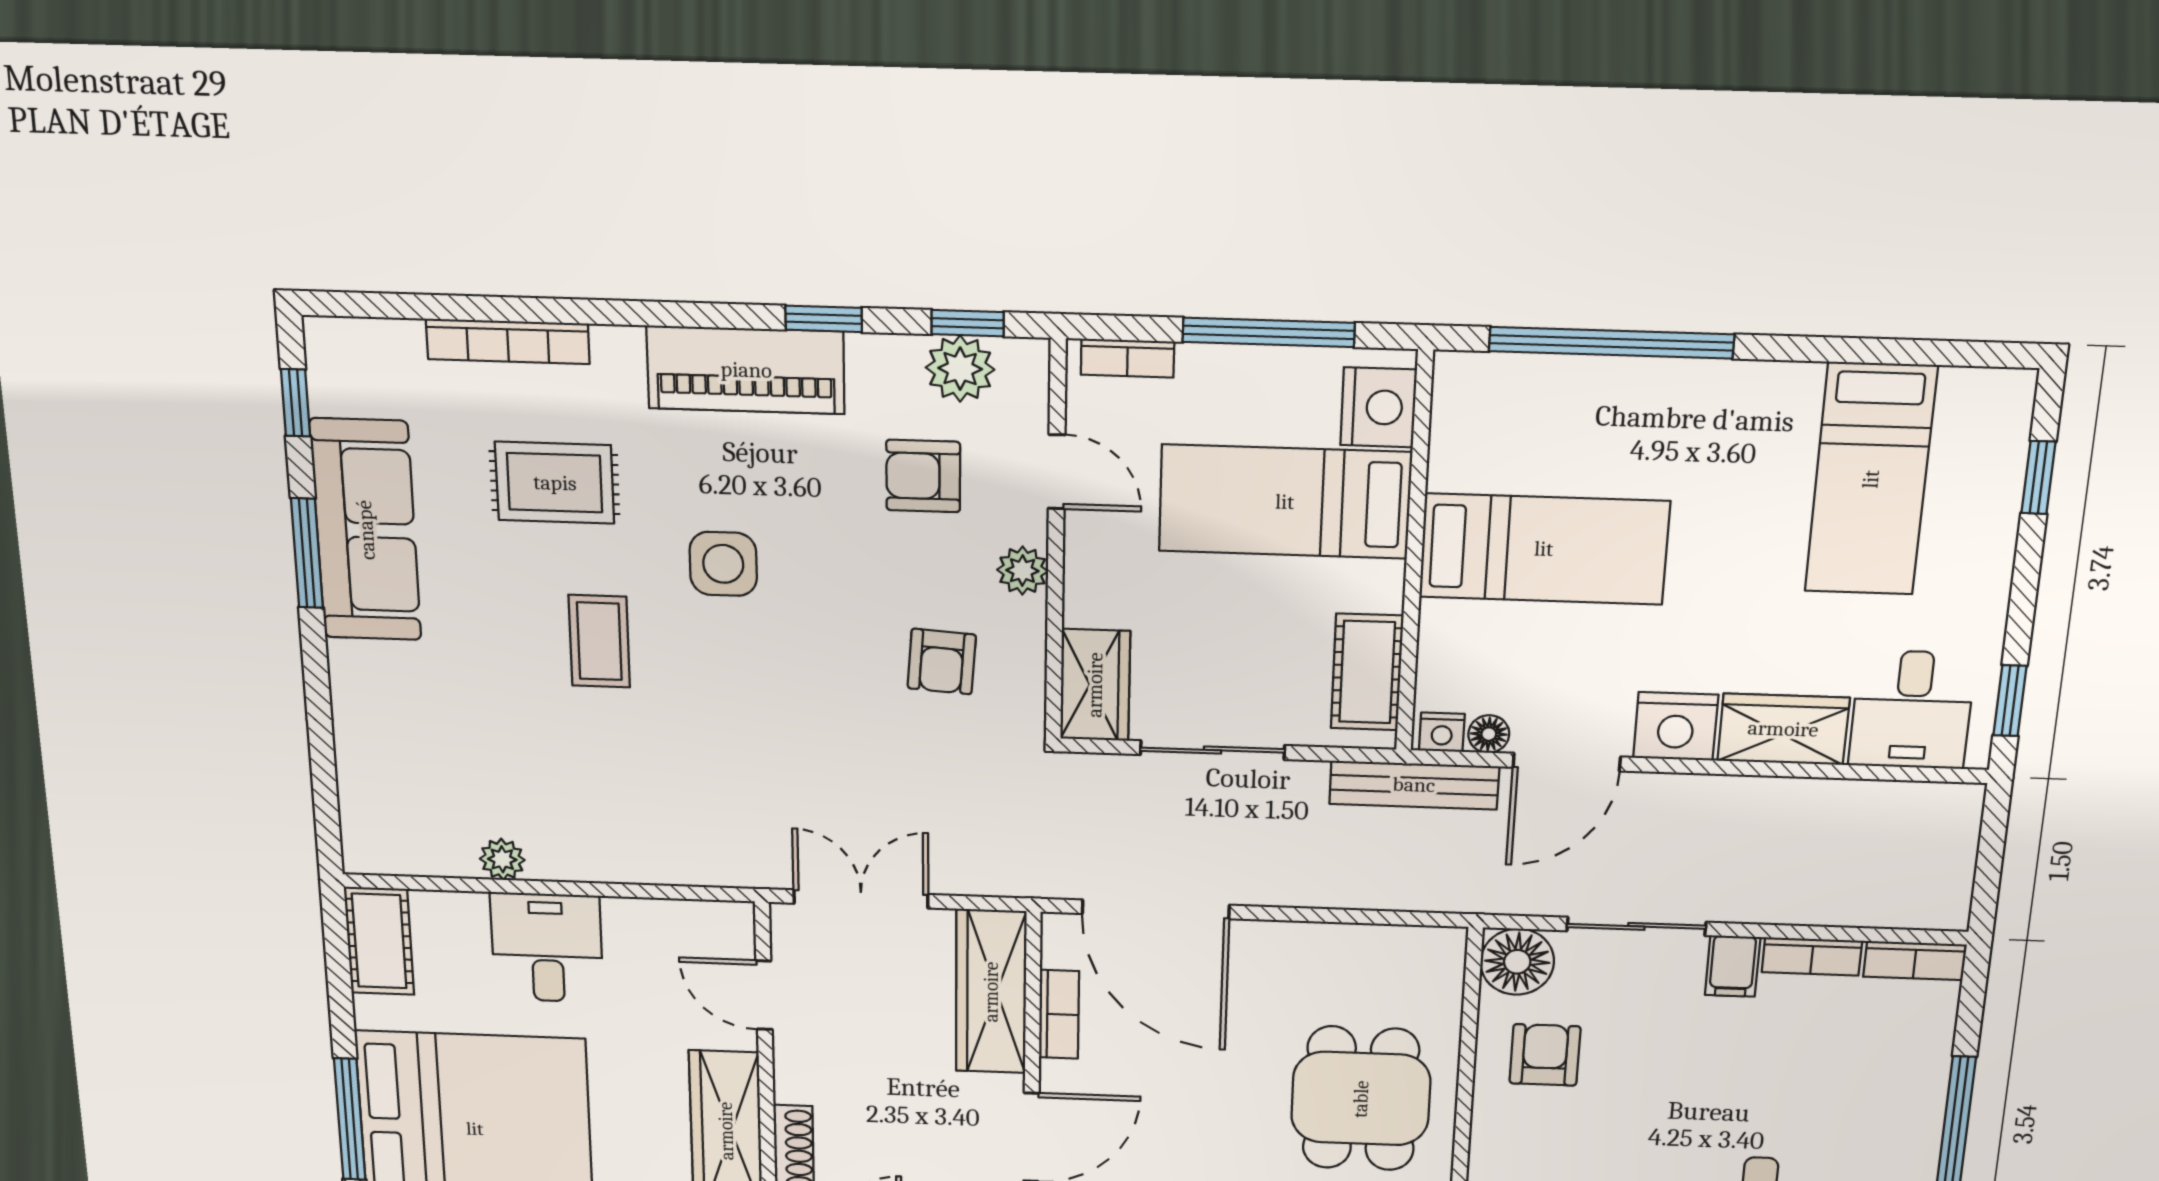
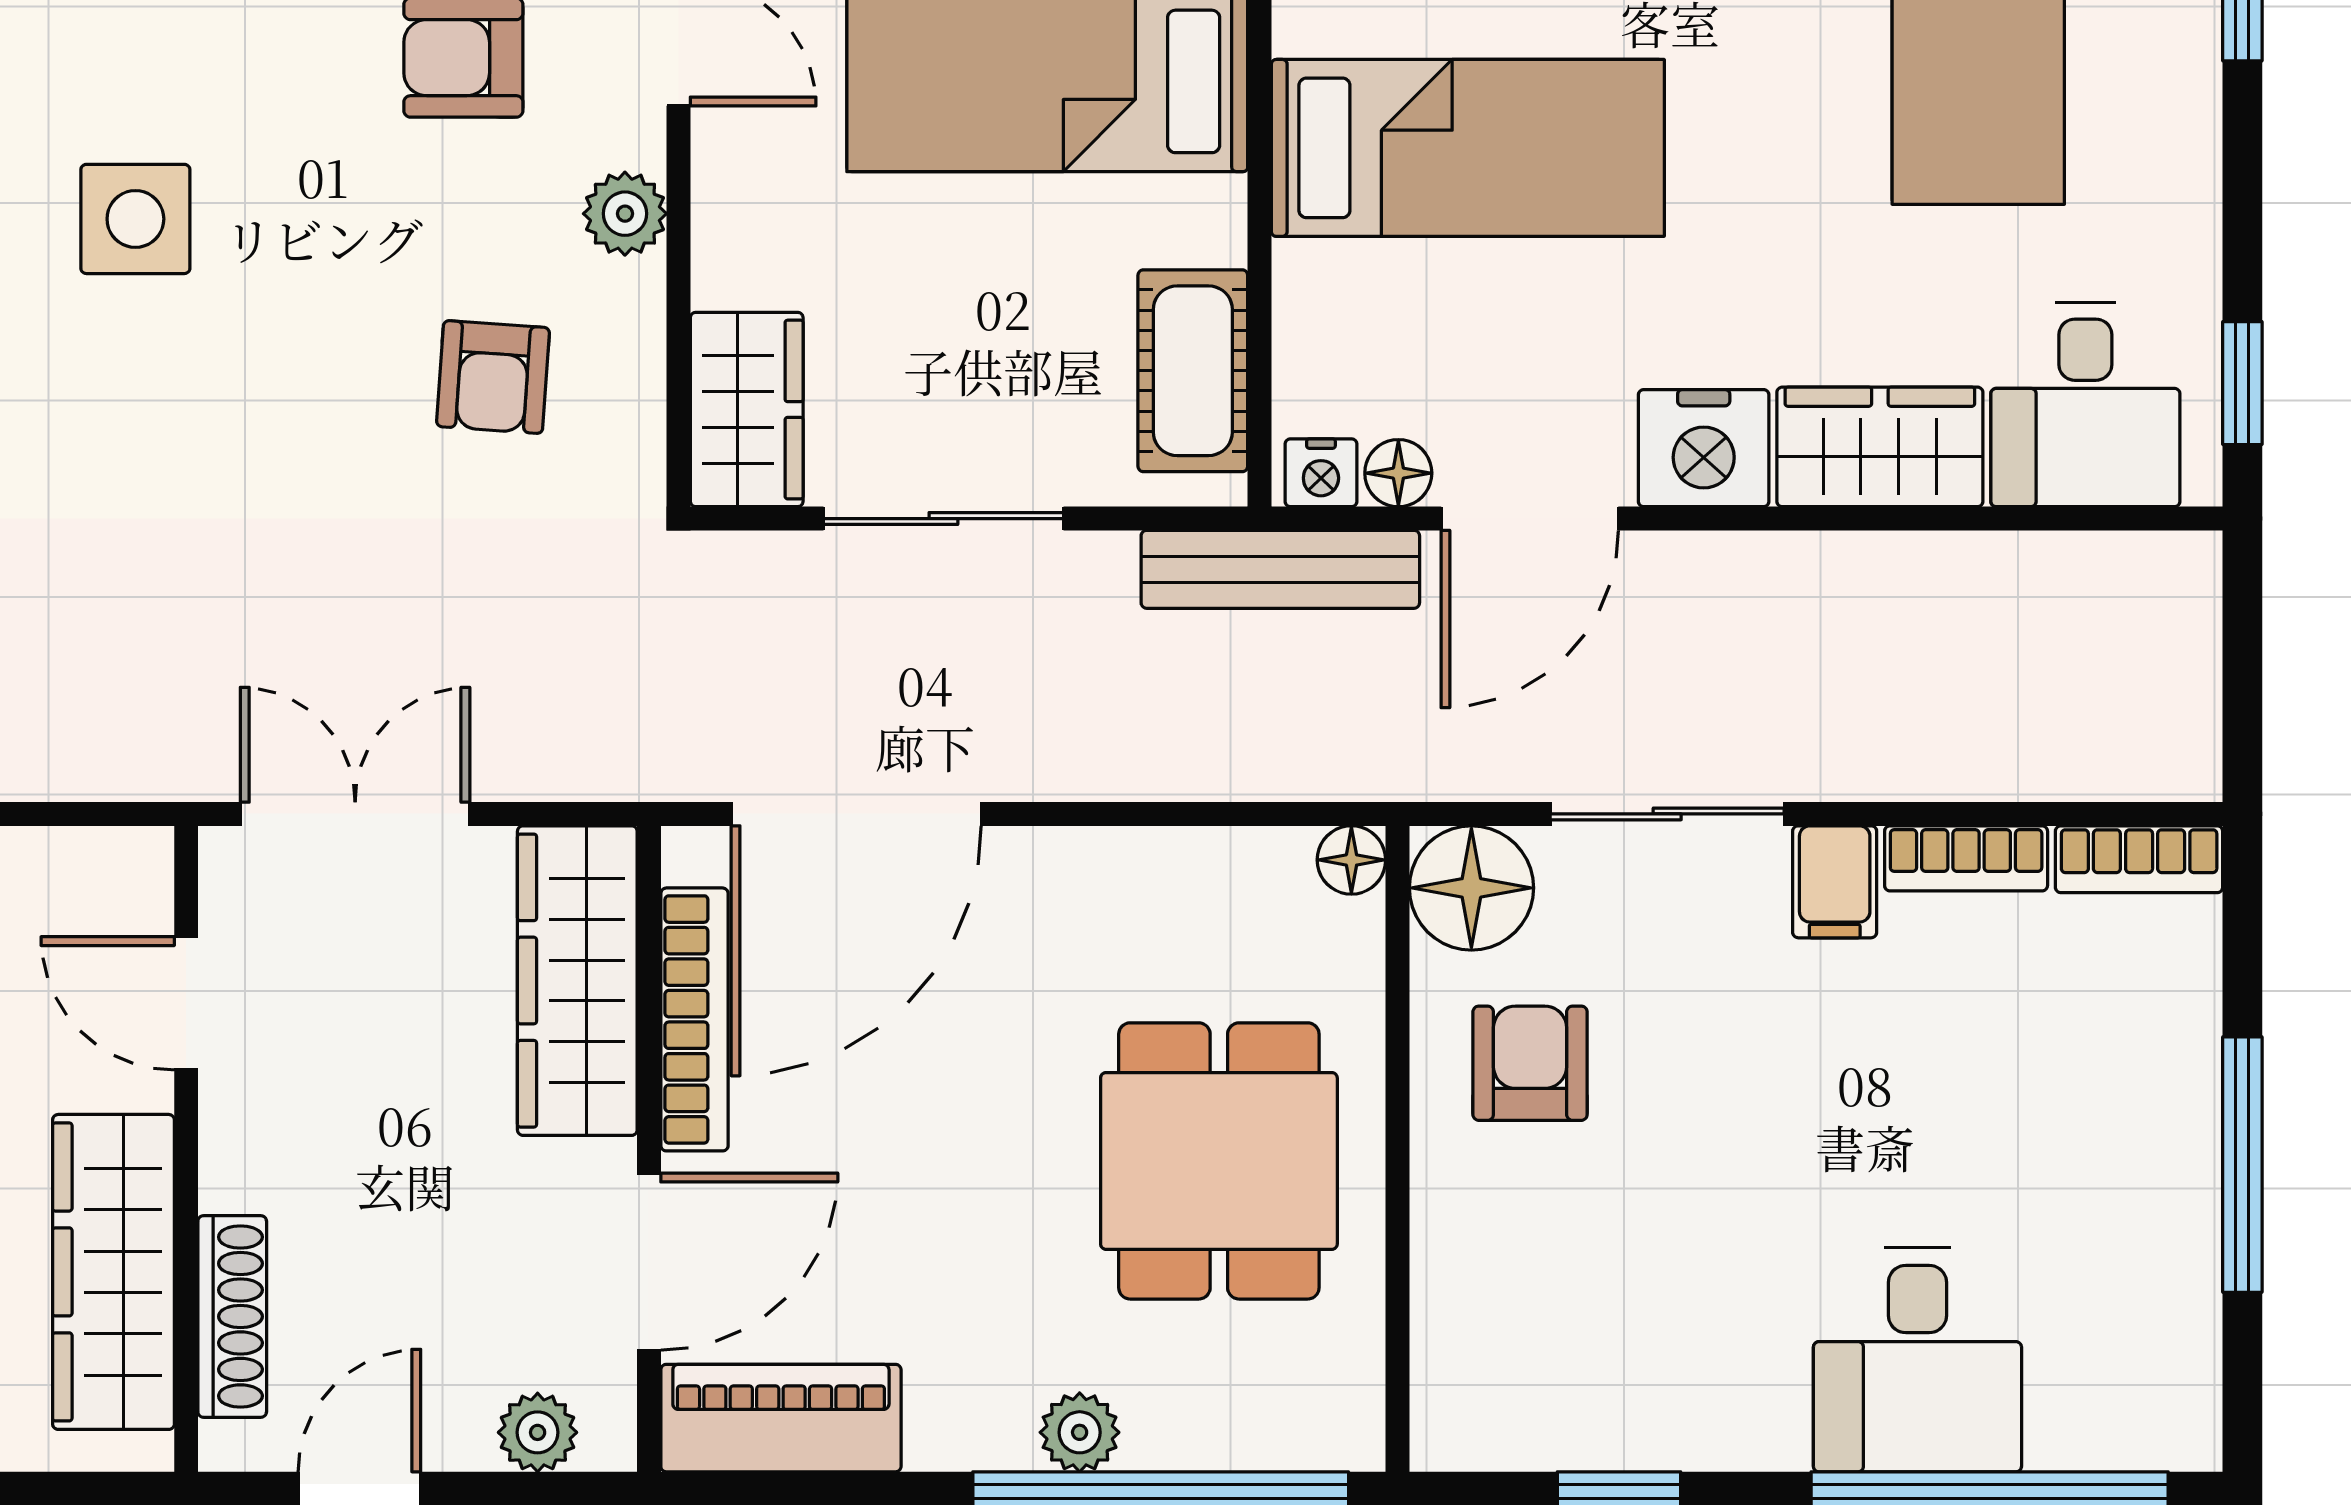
door: (1156, 909) -> (856, 814), hinge flipped
floor lamp: (1447, 944) -> (1351, 860), added
bookcase: (1059, 1014) -> (694, 1019), width x1.56

